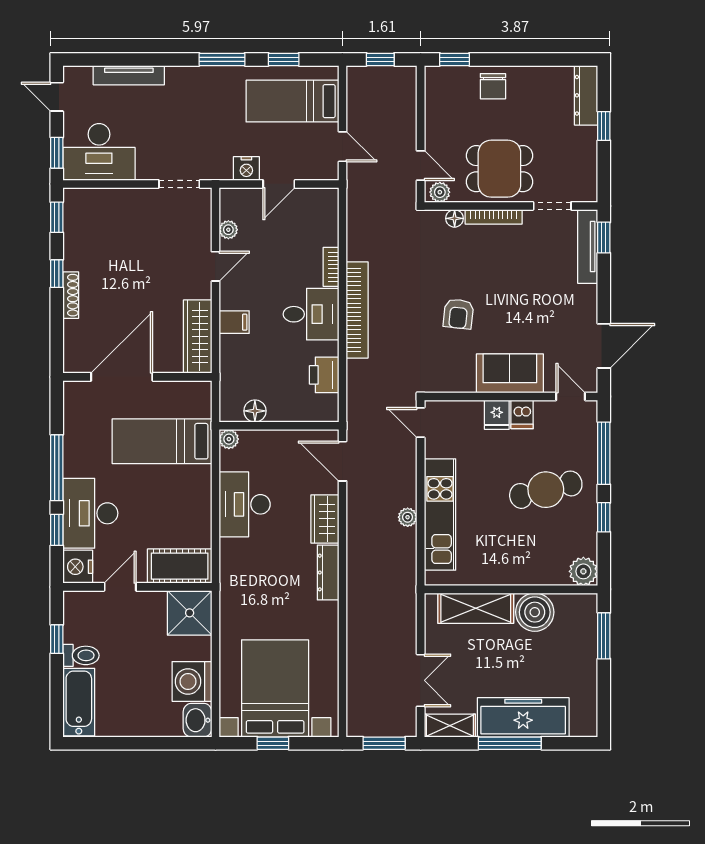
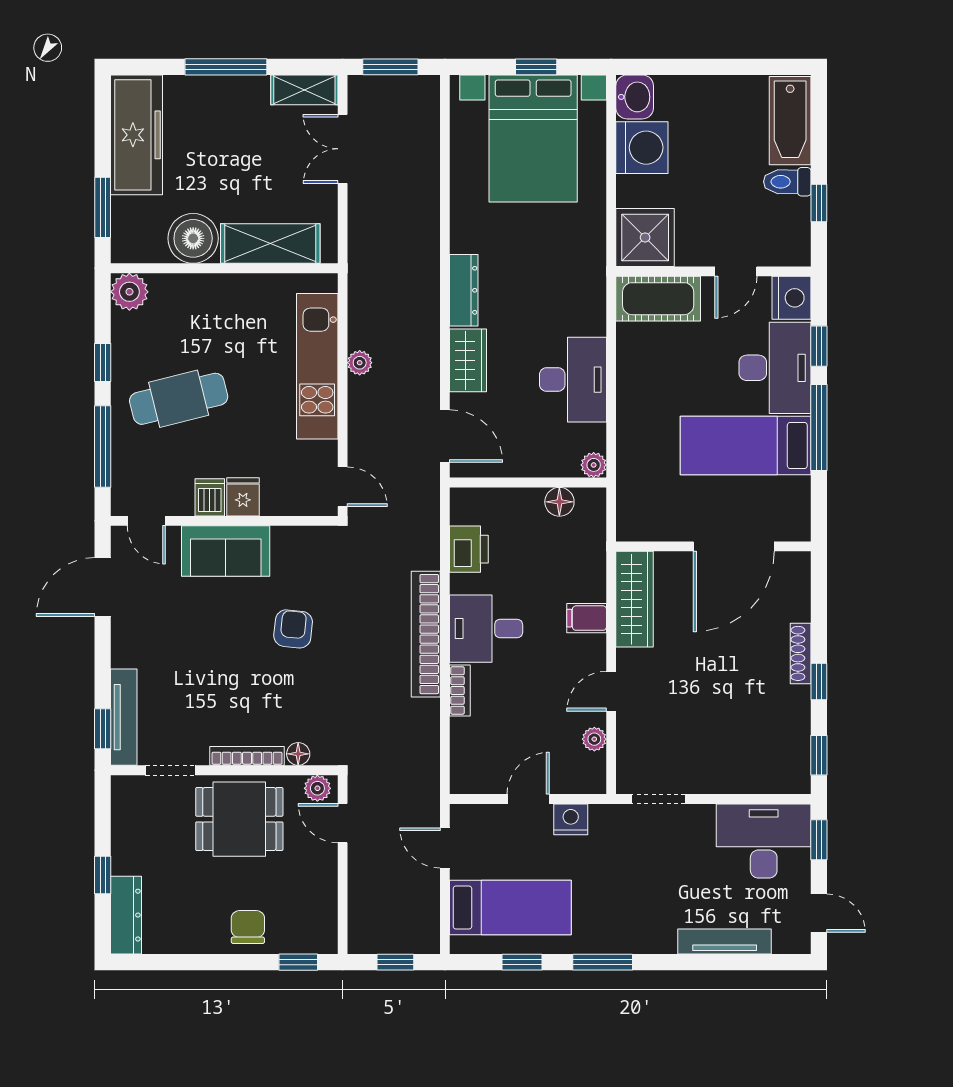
bed: (162, 441) -> (746, 445), moved, turned 180
freezer: (523, 717) -> (137, 135), moved, turned -90

